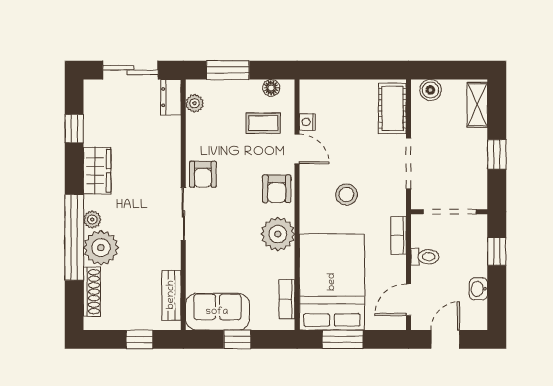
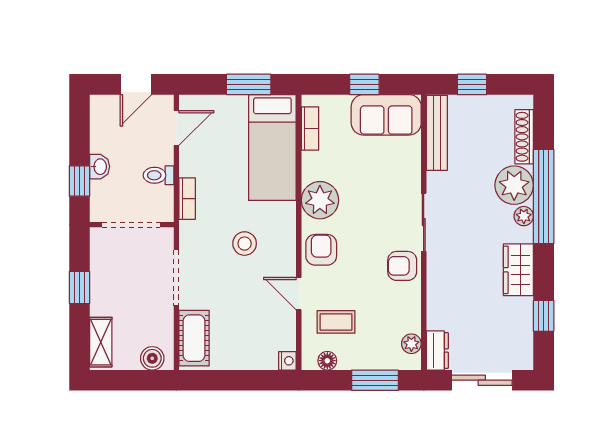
nightstand: (307, 122) -> (287, 361), moved
armchair: (203, 174) -> (402, 266), turned -90
bed: (332, 282) -> (272, 148), width x0.67
washbasin: (478, 289) -> (100, 167), moved
bench: (171, 295) -> (437, 133), width x1.36

